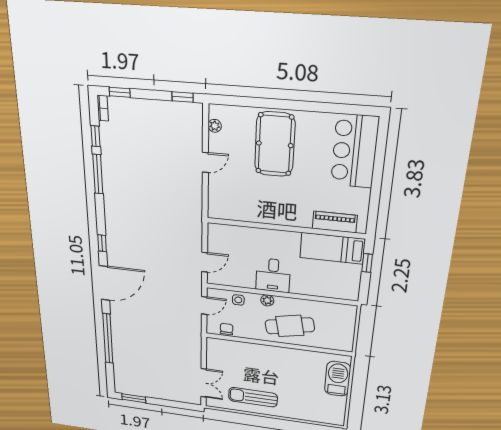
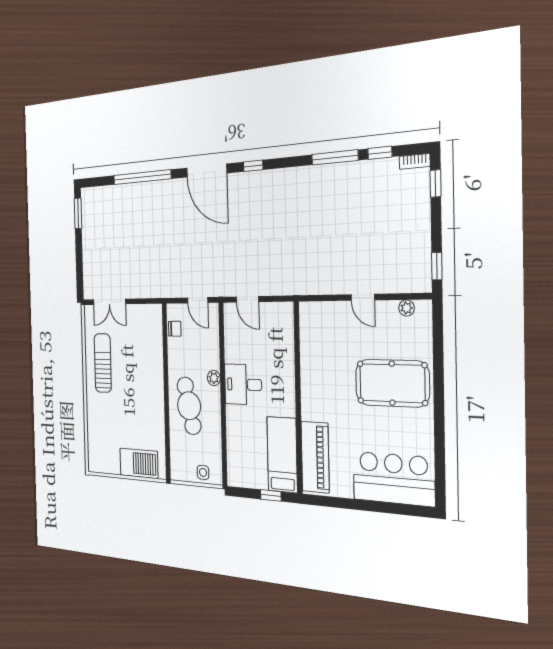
piano: (335, 222) -> (315, 457), width x1.37, depth x1.33
side table: (238, 300) -> (203, 472), moved

